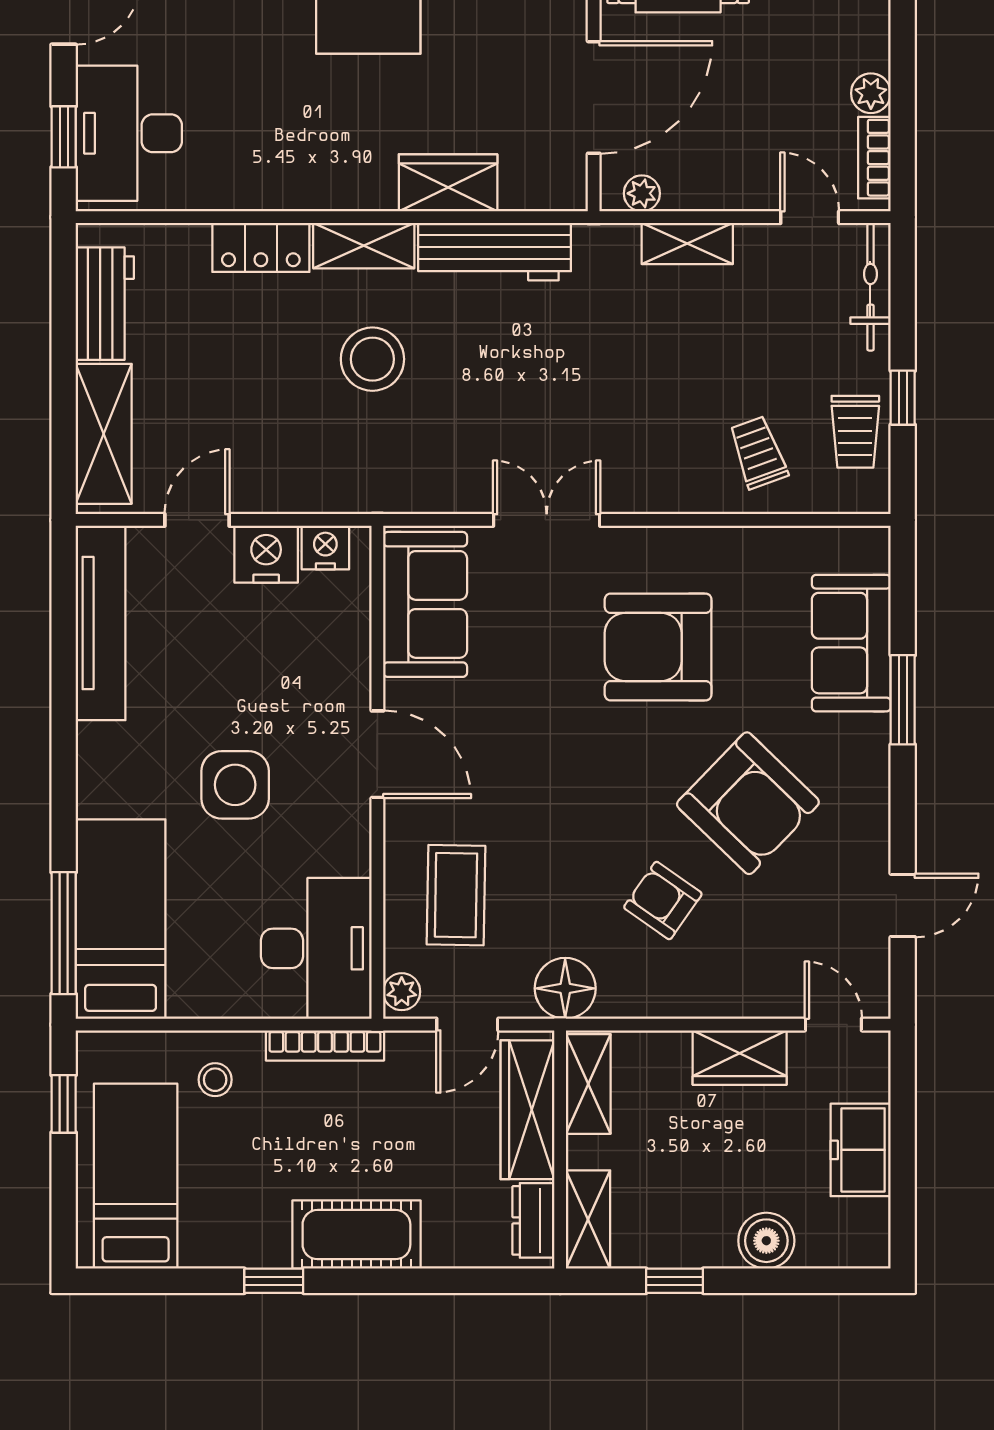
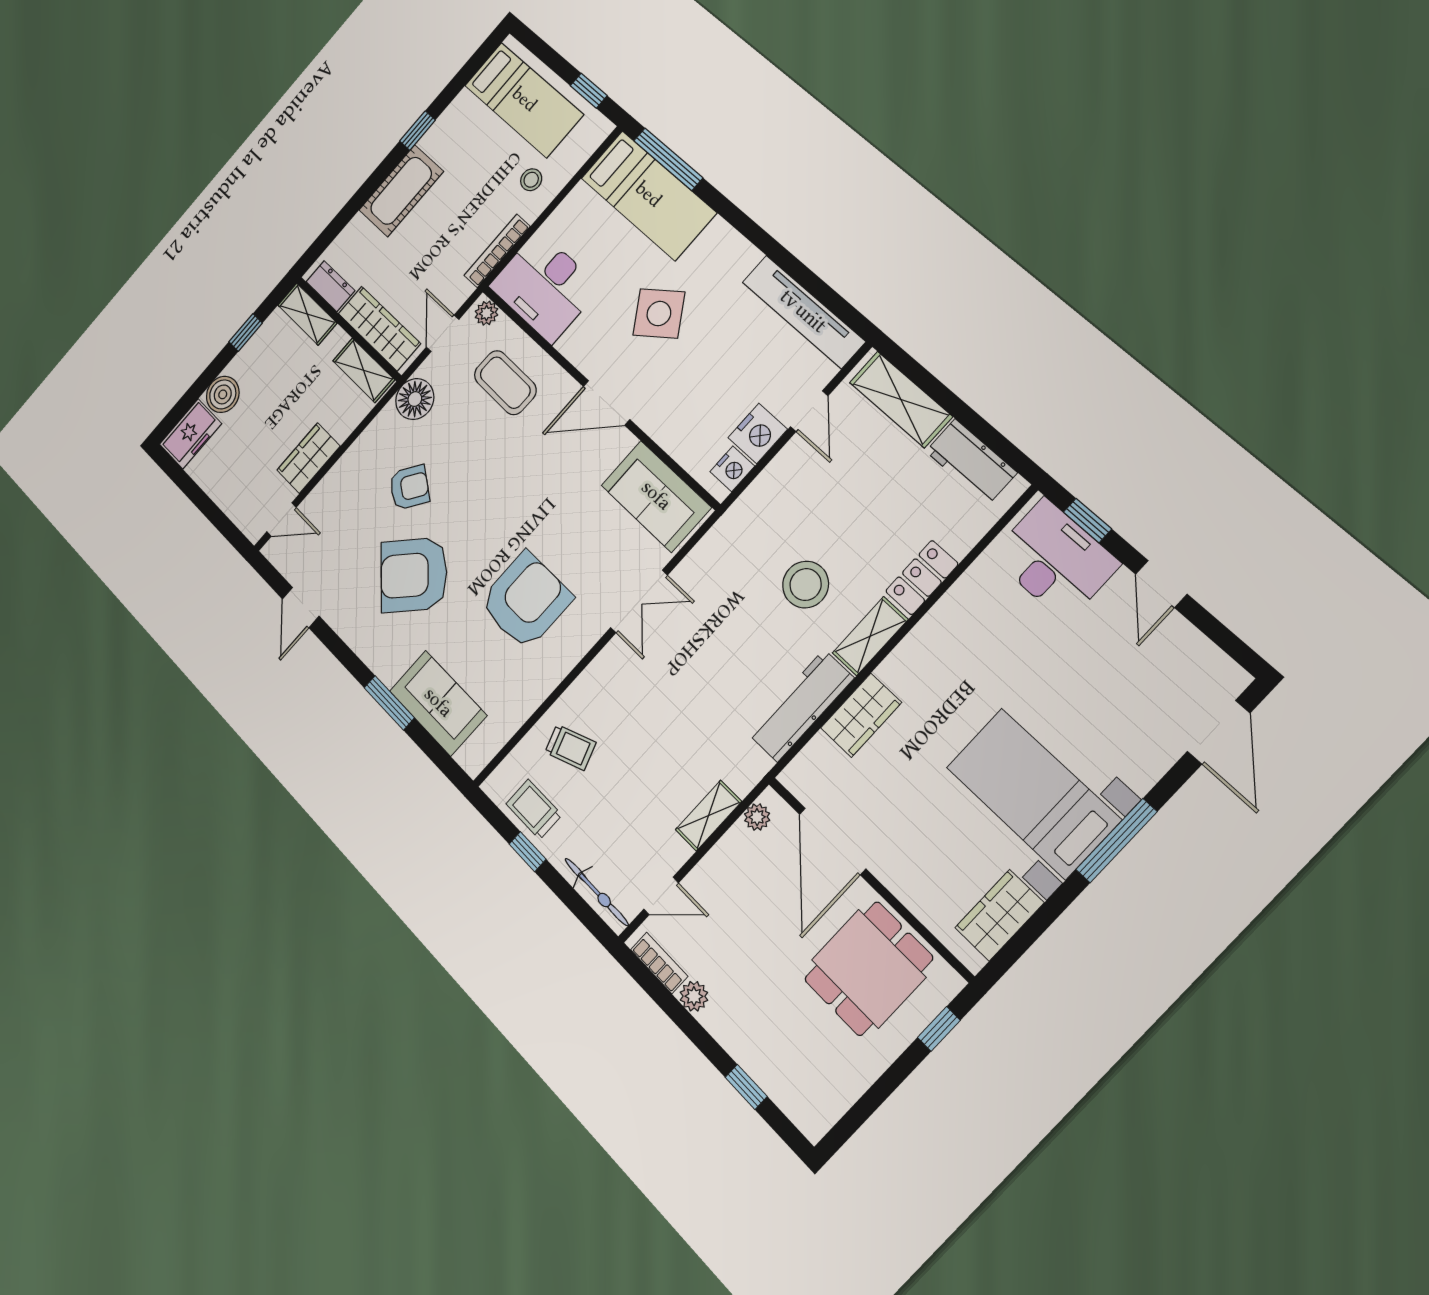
side table: (235, 785) -> (659, 314), turned -35
freezer: (861, 1150) -> (191, 434), moved, turned 90

